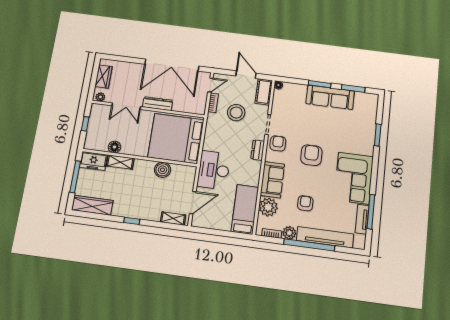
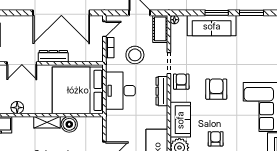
sofa: (330, 97) -> (212, 26), moved
dresser: (258, 150) -> (162, 91), width x1.44
shelving: (120, 162) -> (47, 122), moved
desk: (214, 170) -> (120, 91), moved

